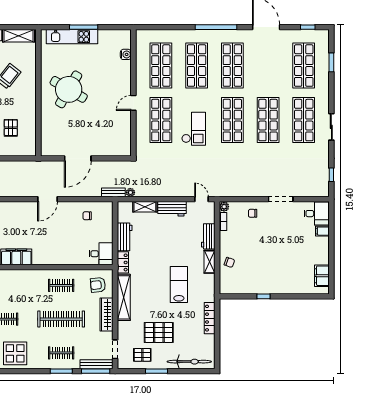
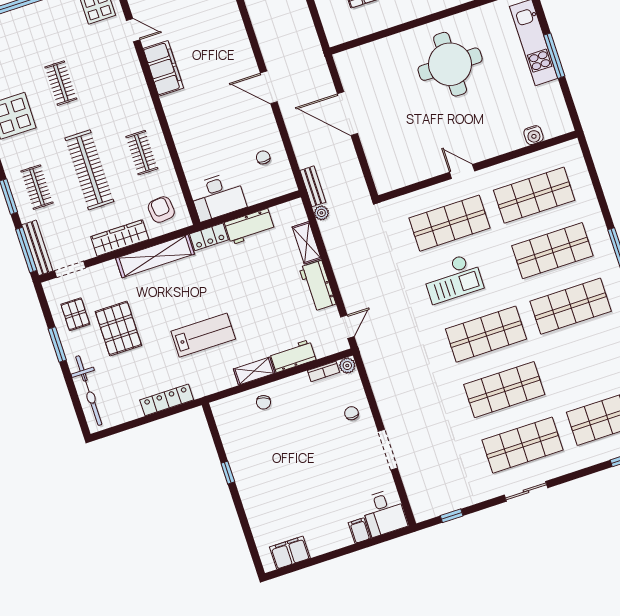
round table: (69, 89) -> (450, 64), turned -30
desk: (101, 254) -> (218, 196), width x1.37

